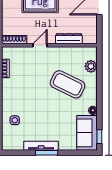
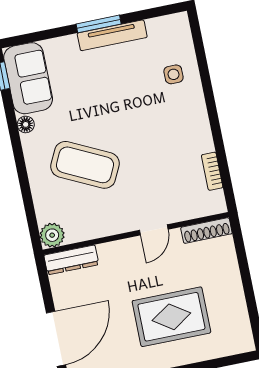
dresser: (69, 39) -> (71, 260), moved
plant: (91, 66) -> (52, 235), moved

